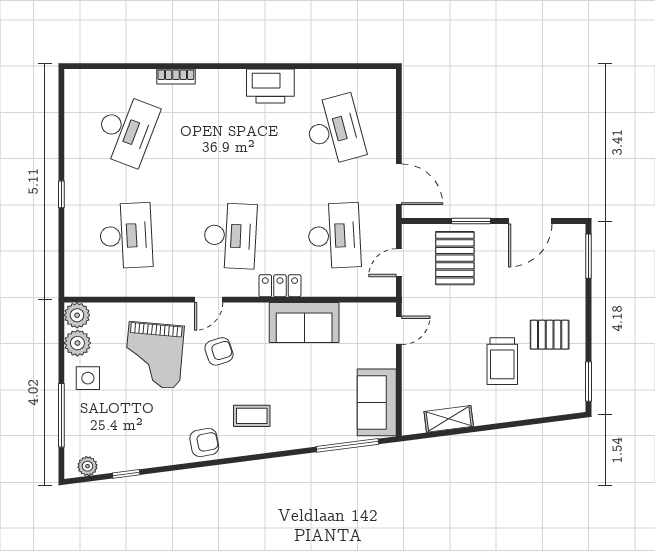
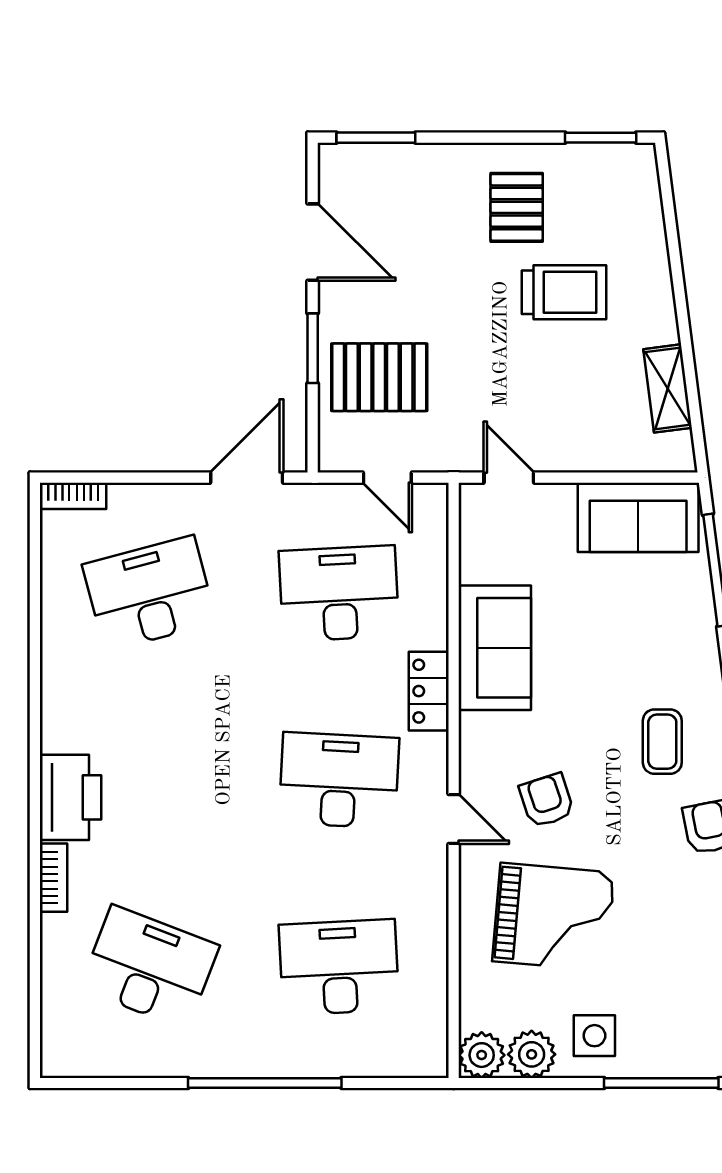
printer: (270, 86) -> (71, 797), moved
bookcase: (389, 87) -> (73, 496), added
window: (61, 194) -> (265, 1083), width x3.17

